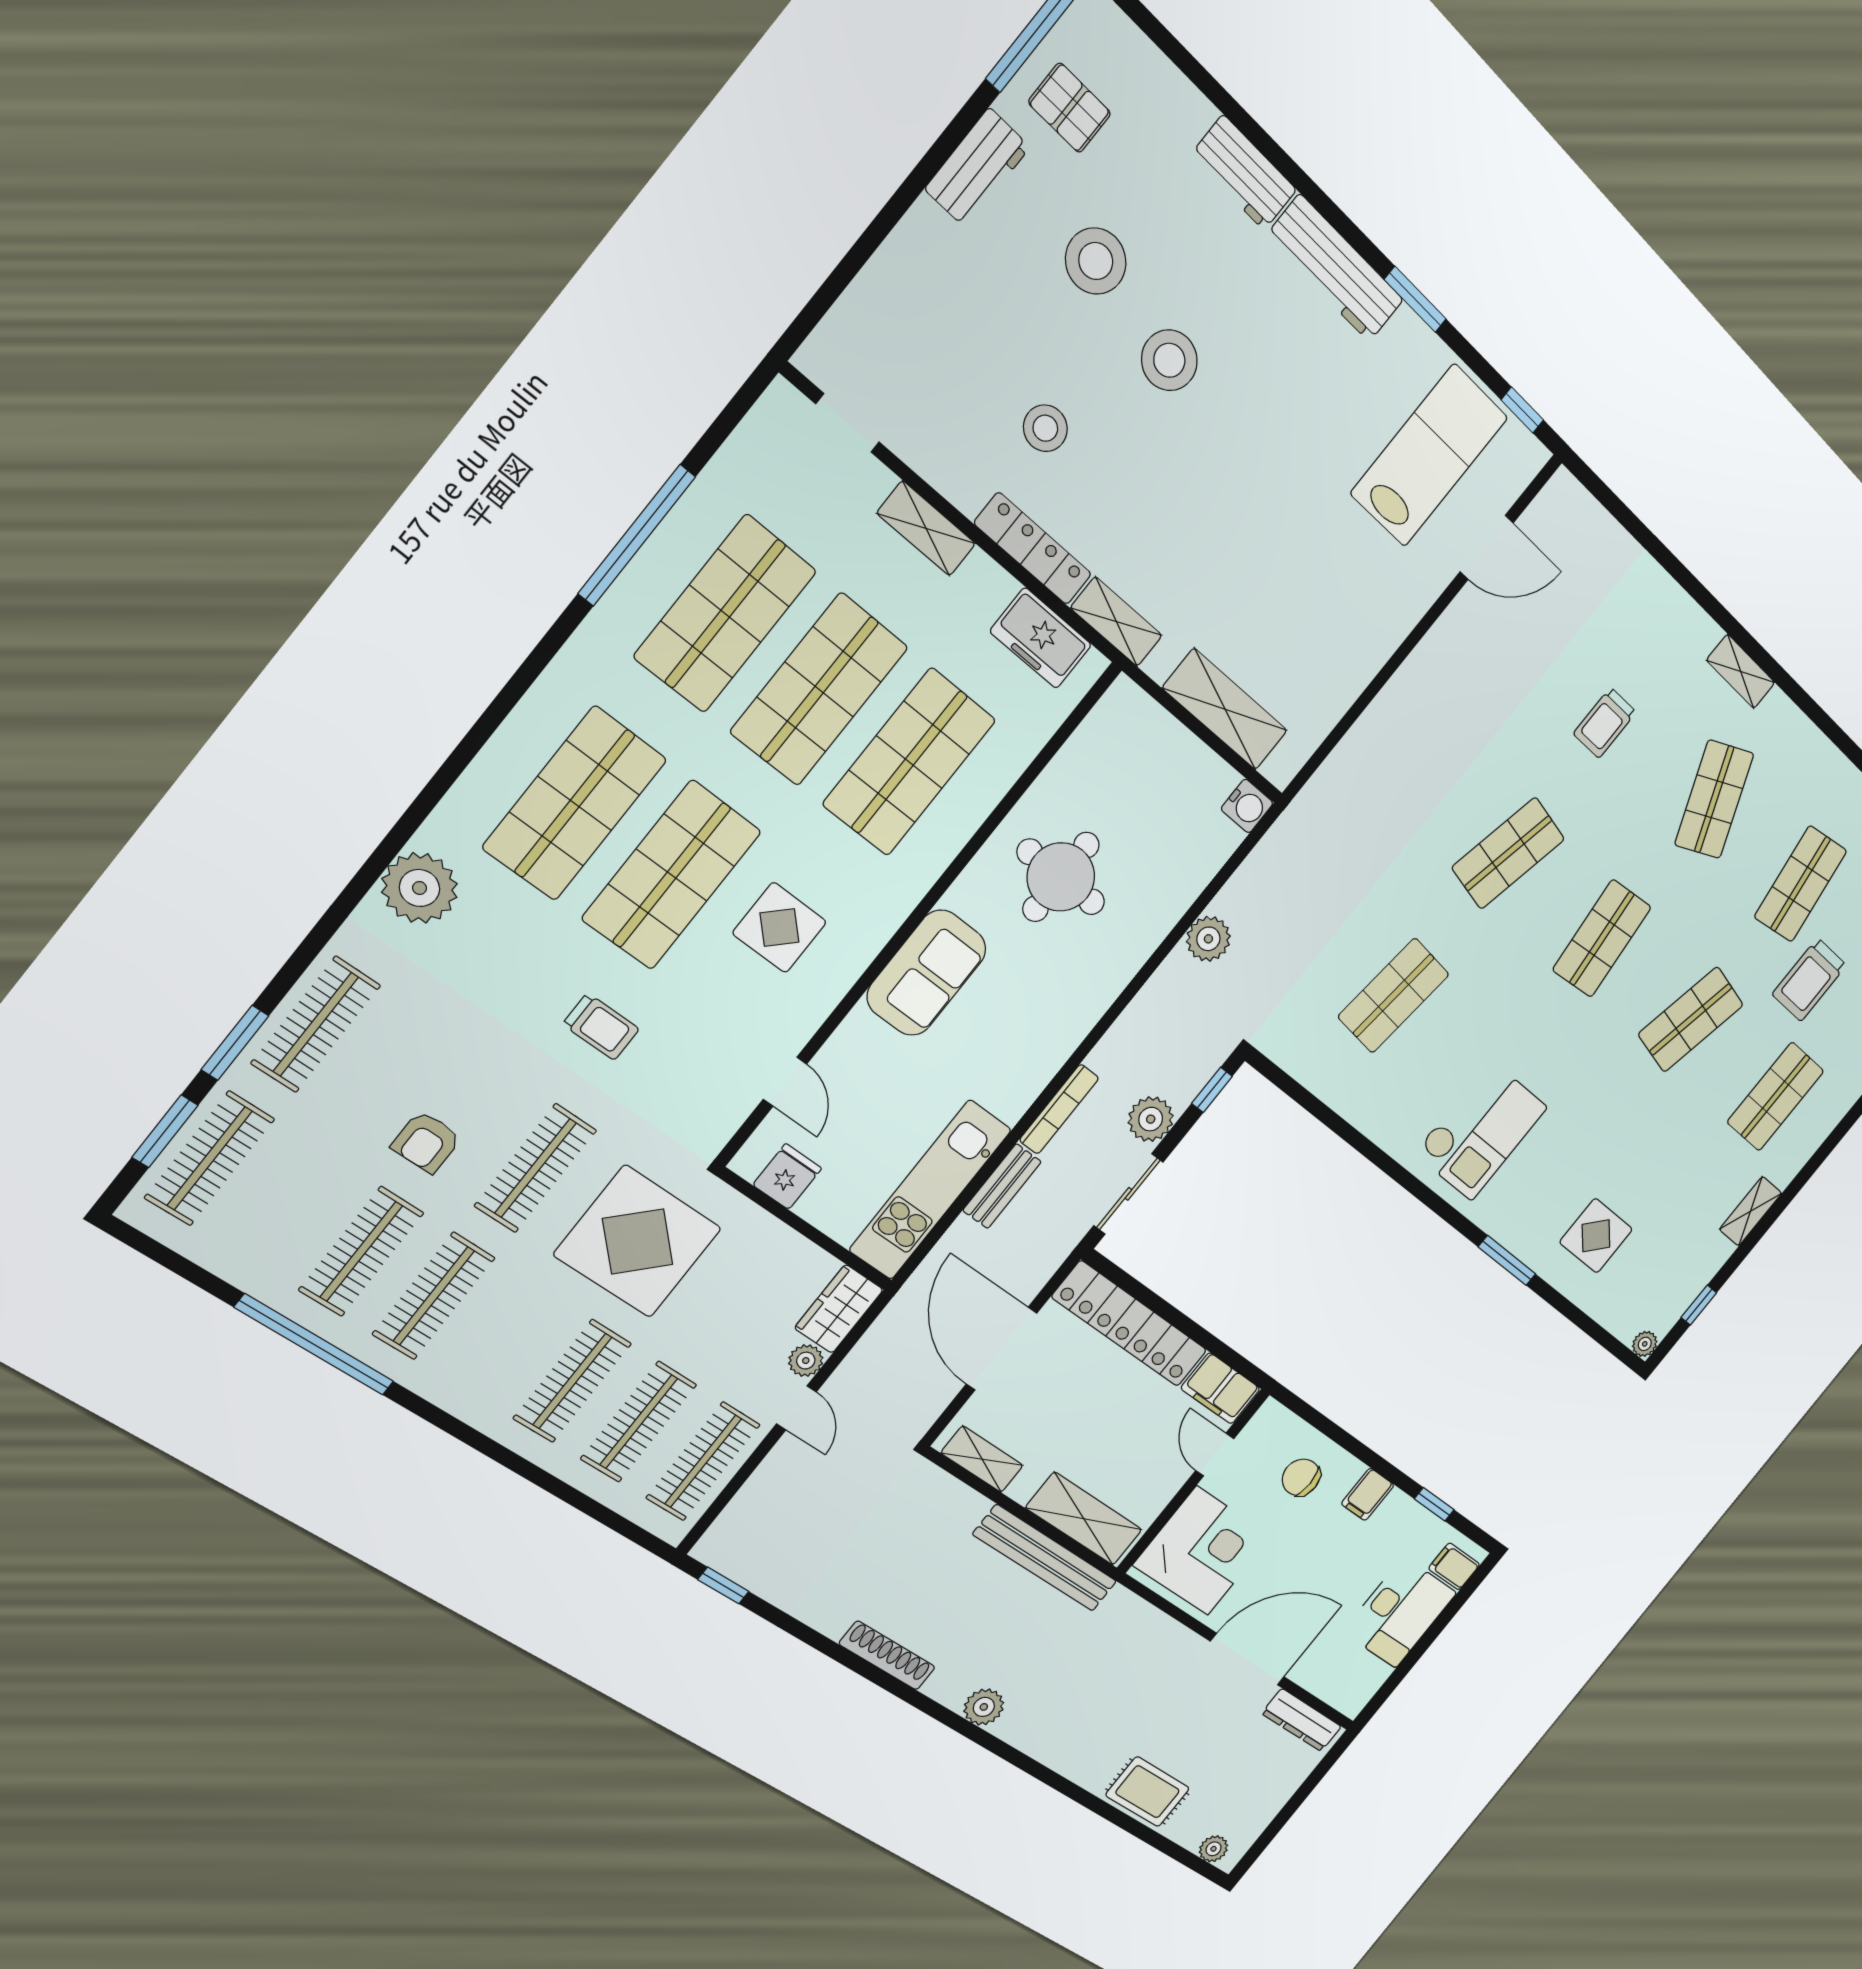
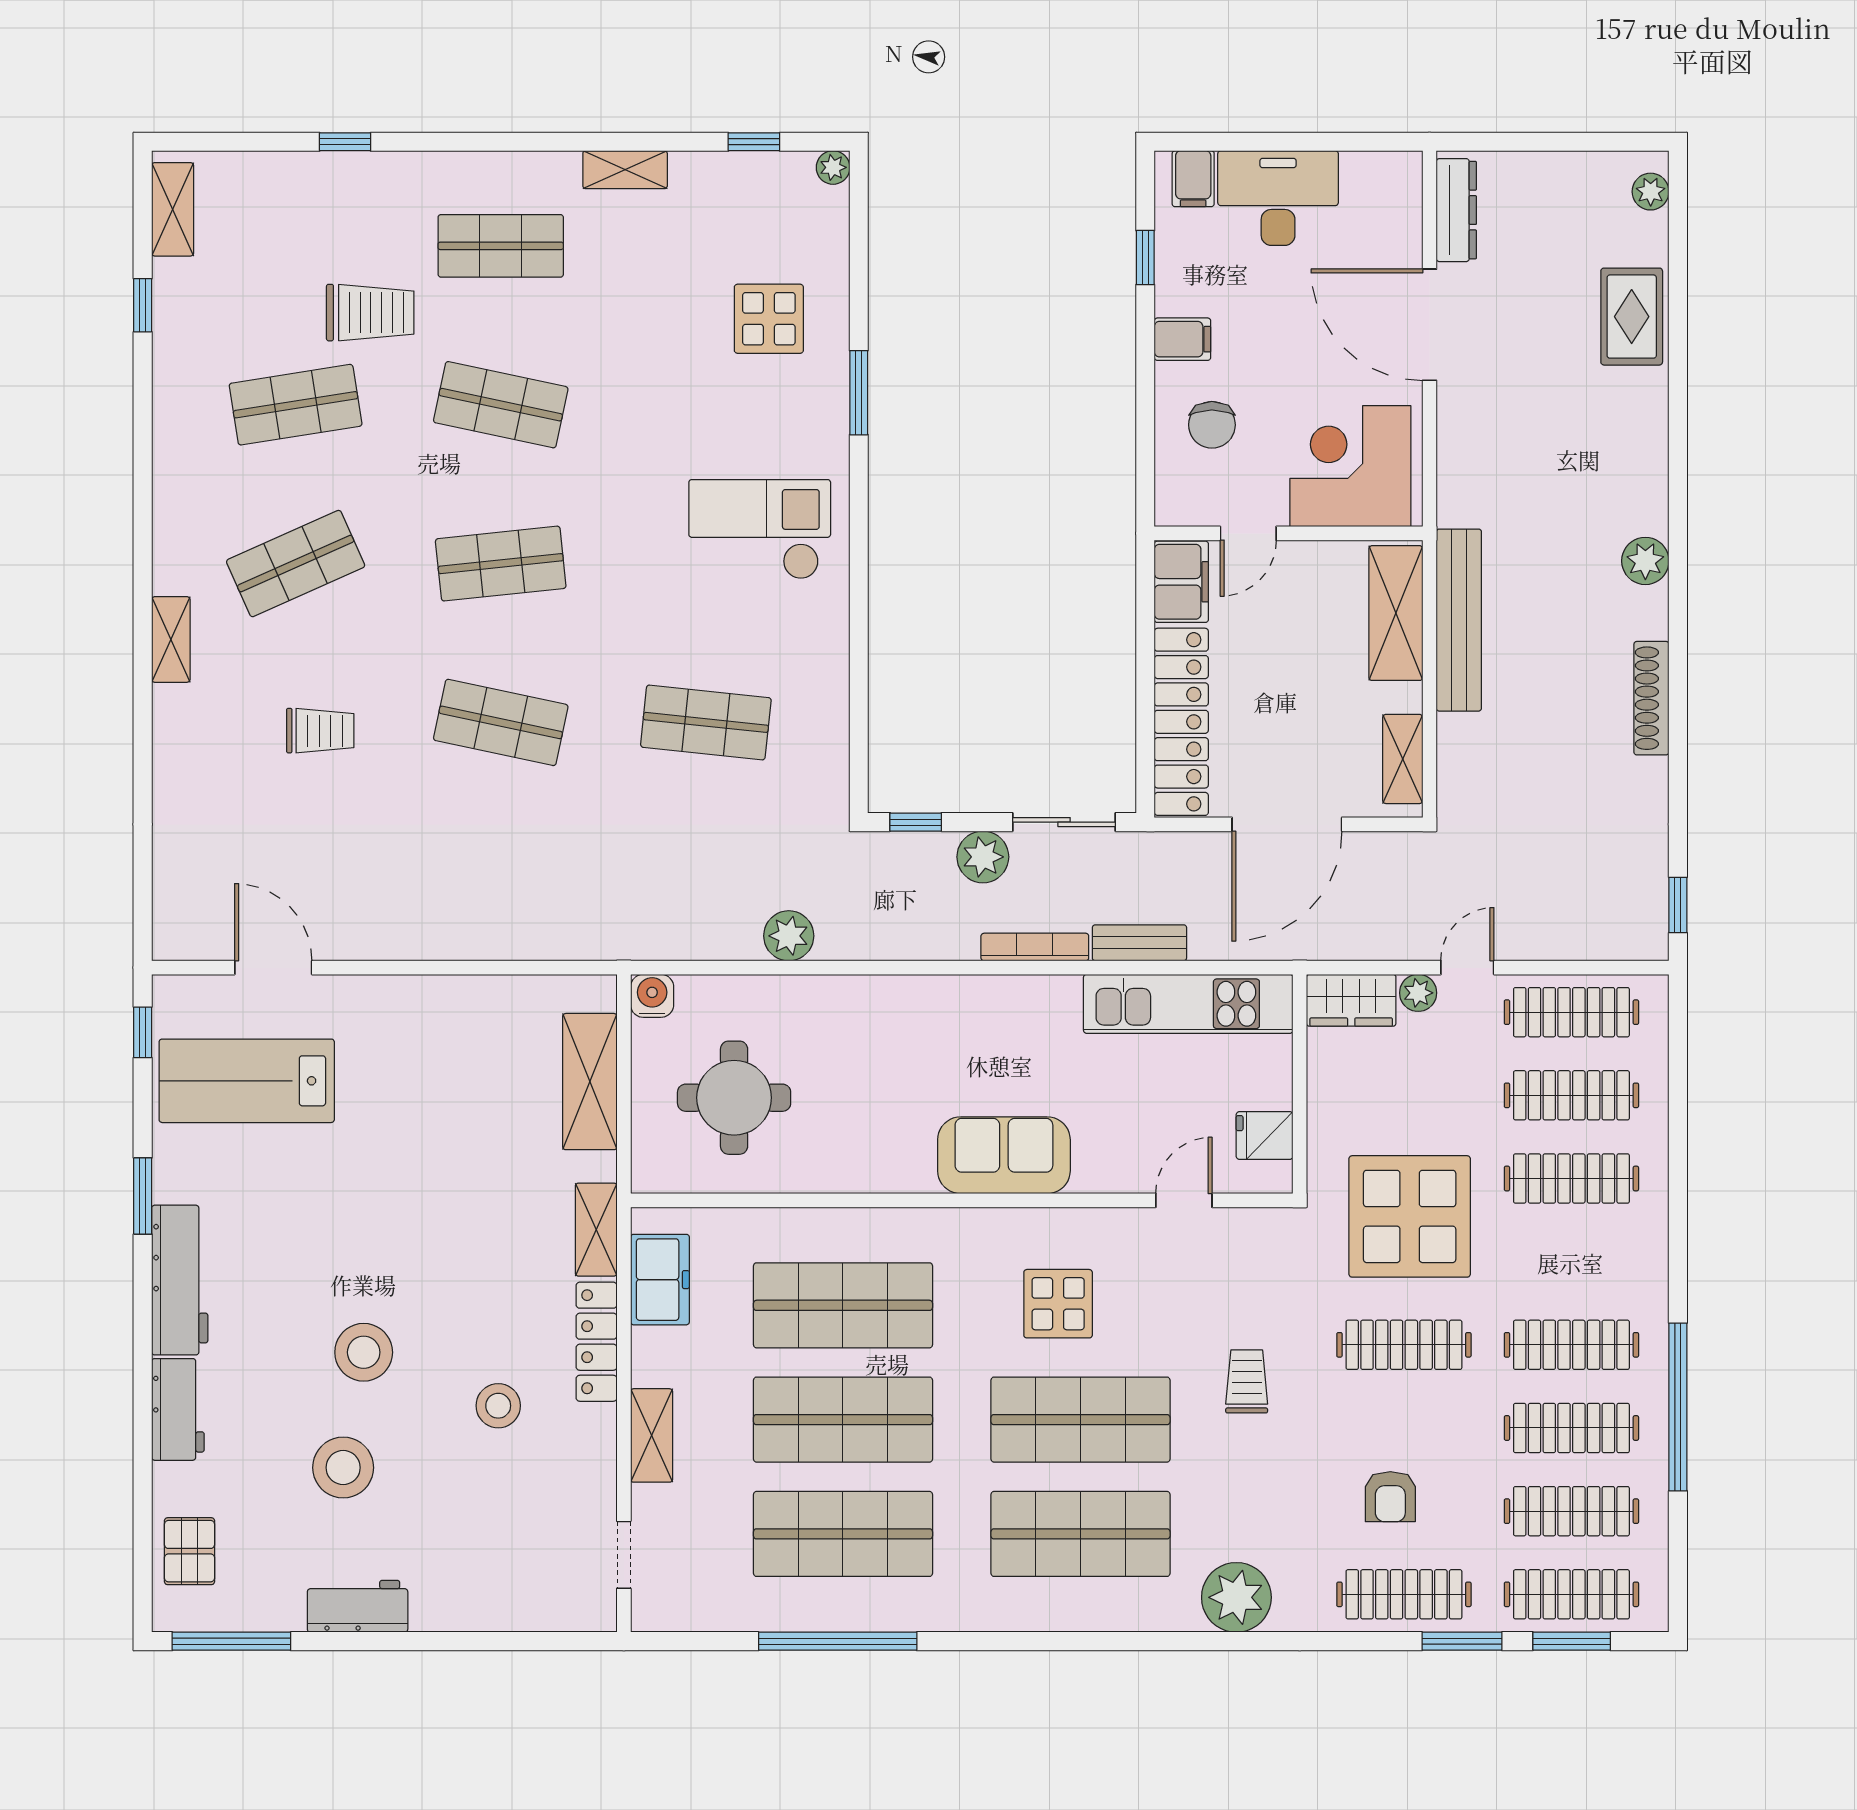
pallet: (1070, 108) -> (190, 1551), moved
round table: (1061, 877) -> (734, 1098), moved
armchair: (426, 1142) -> (1390, 1497), moved, turned 90
clothes rail: (287, 1206) -> (1571, 1511), added

